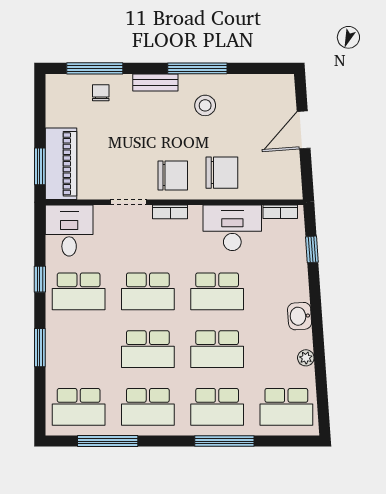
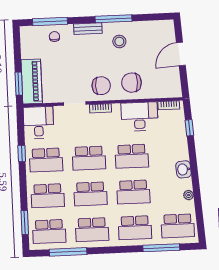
chair: (222, 173) -> (132, 83), turned 180
window: (40, 348) -> (25, 222), moved
school desk: (79, 349) -> (48, 196), added
window: (224, 441) -> (161, 248), moved

